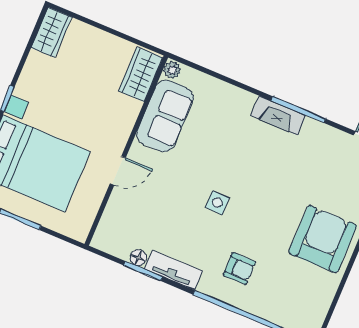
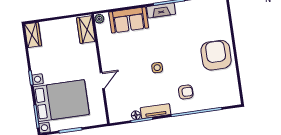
sofa: (165, 116) -> (129, 20), moved, turned 90

